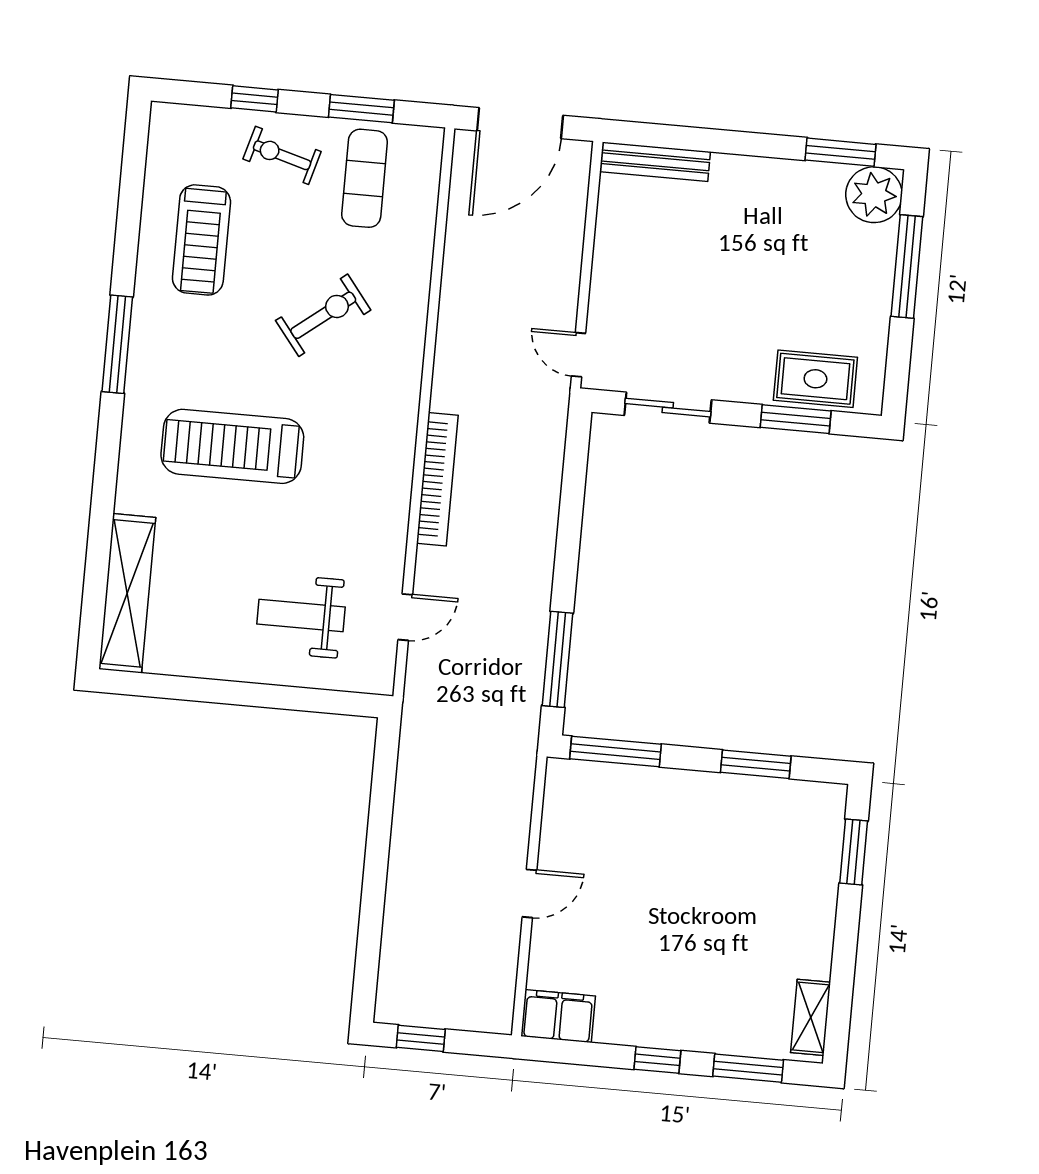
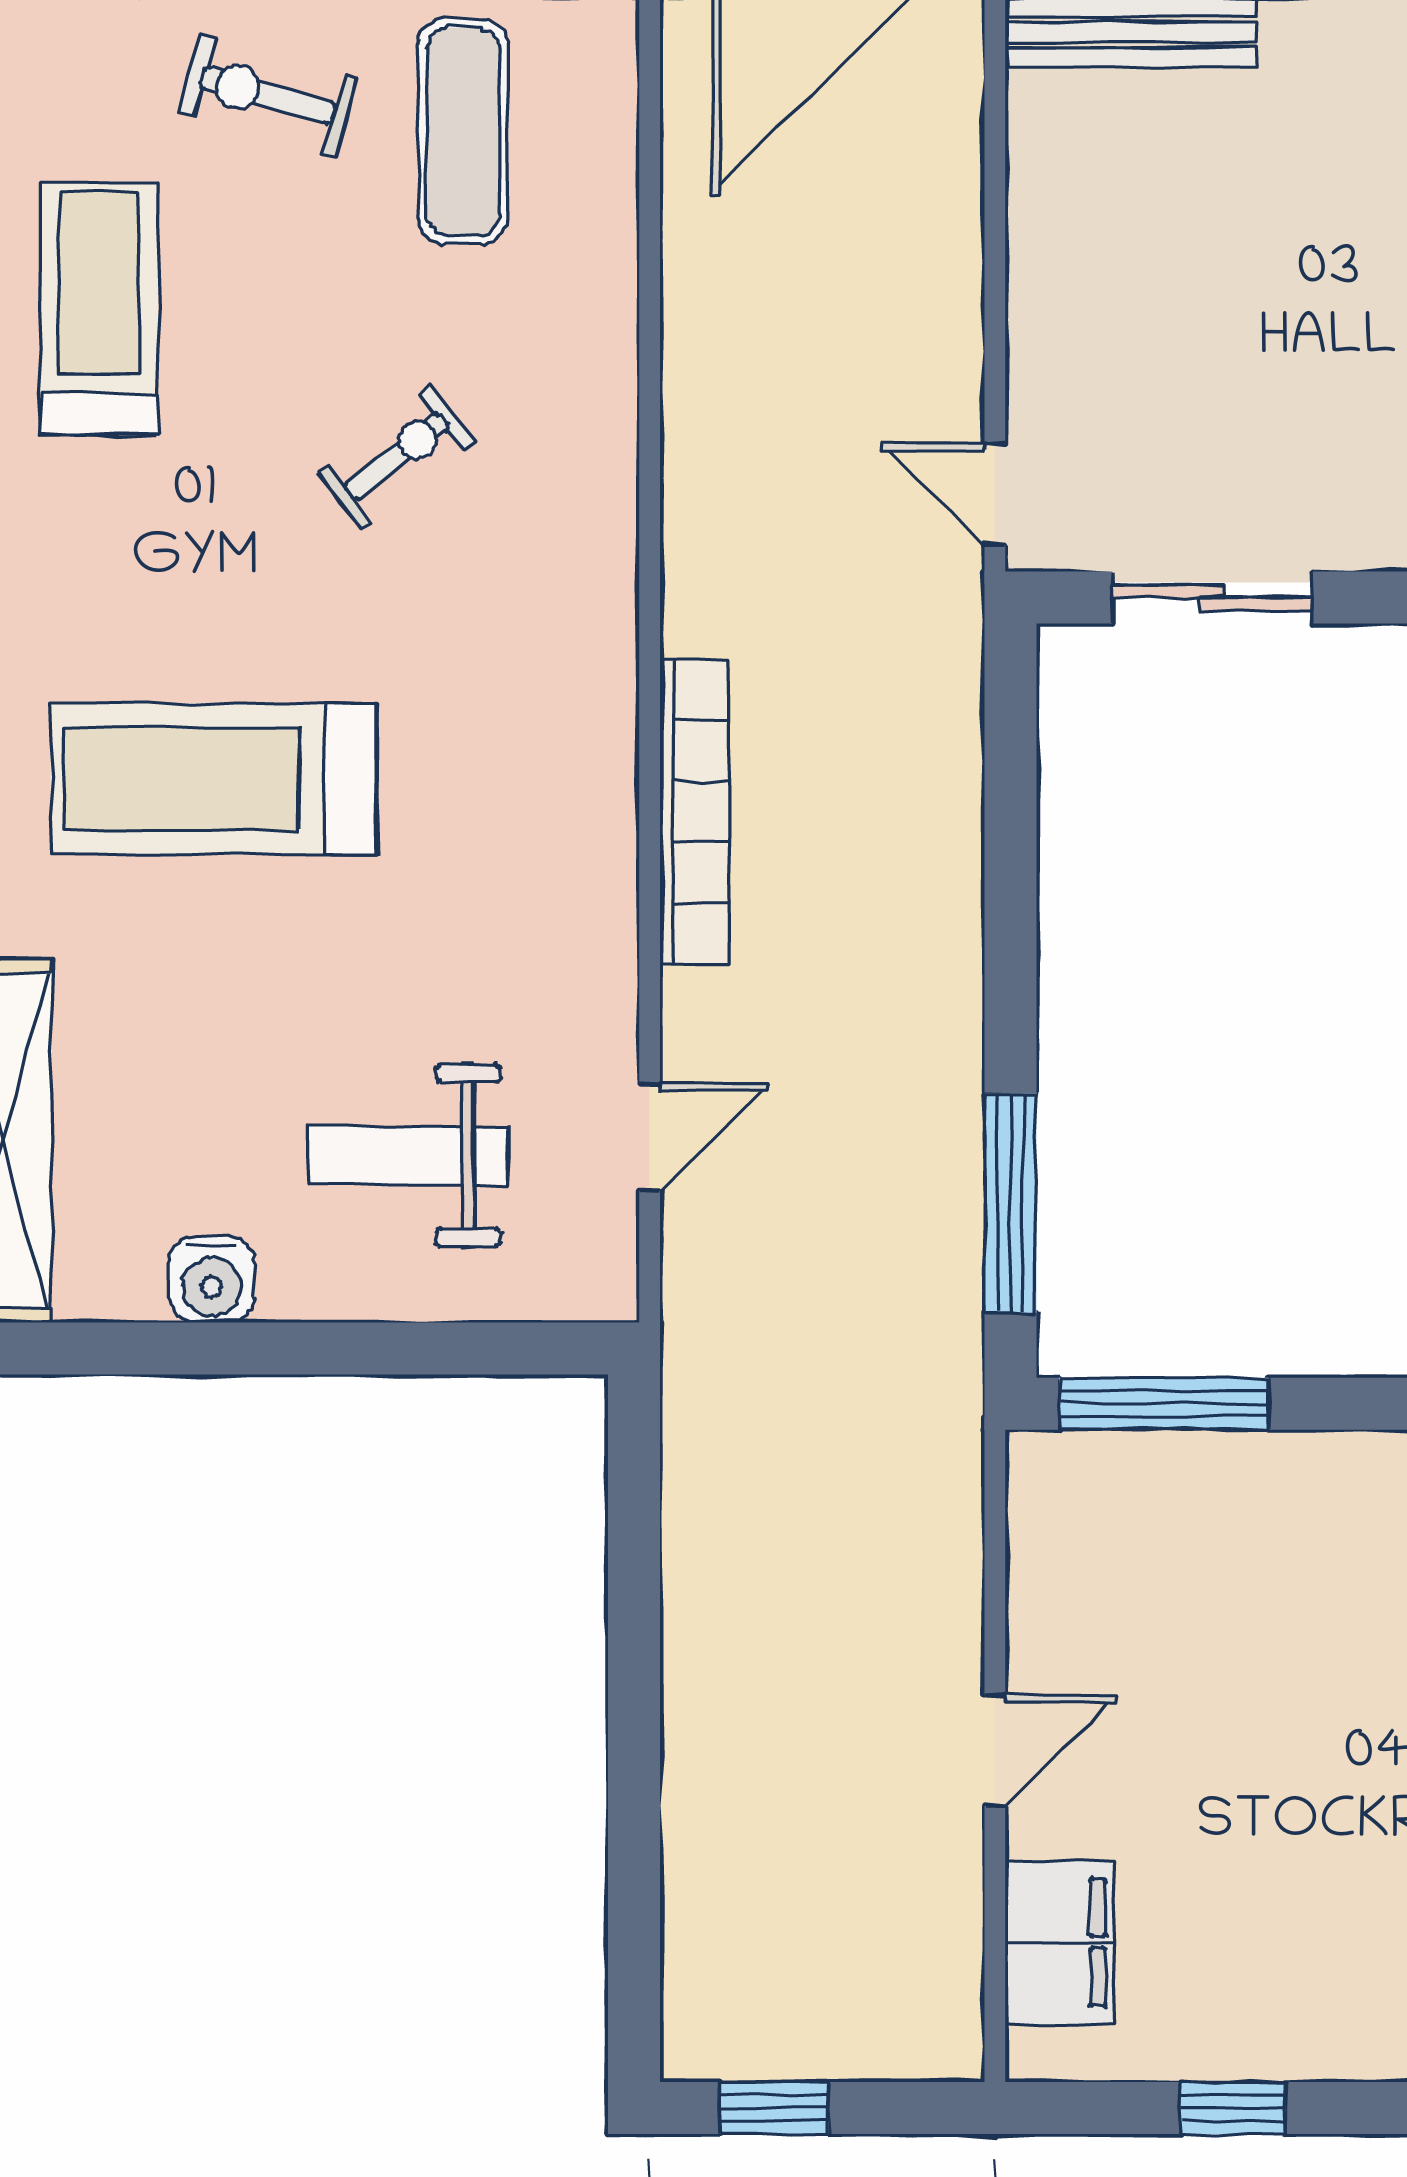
treadmill: (201, 240) -> (99, 308), turned 180
exercise bike: (323, 315) -> (396, 457), width x0.73, depth x0.72
water cooler: (212, 661) -> (212, 1280), added
filing cabinet: (558, 1016) -> (1060, 1942), moved, turned 90
window: (657, 1060) -> (1233, 2108), moved

